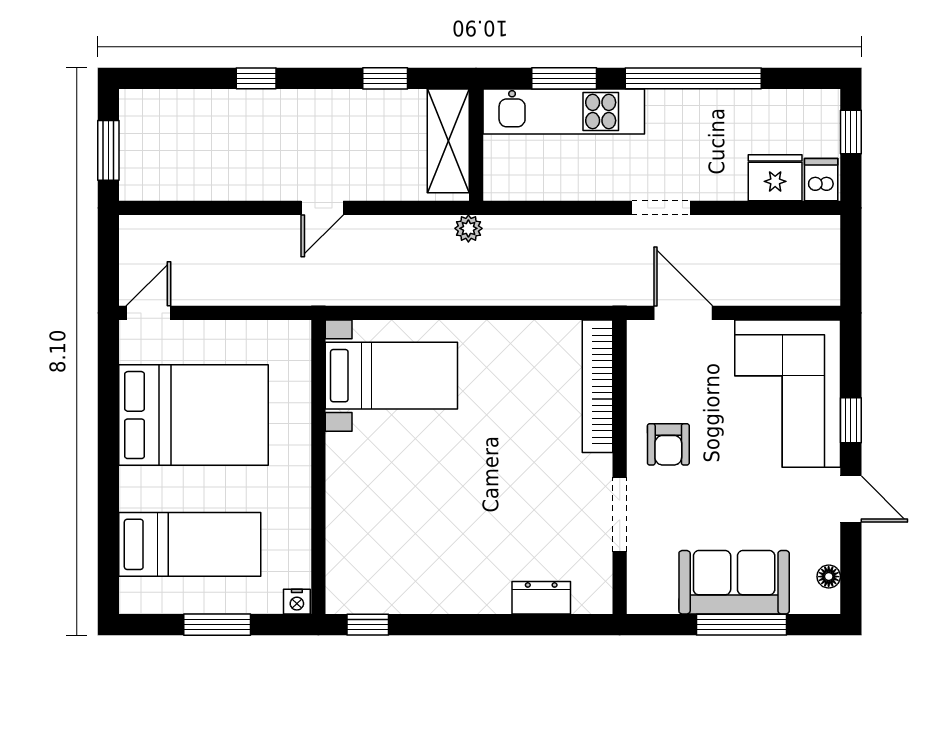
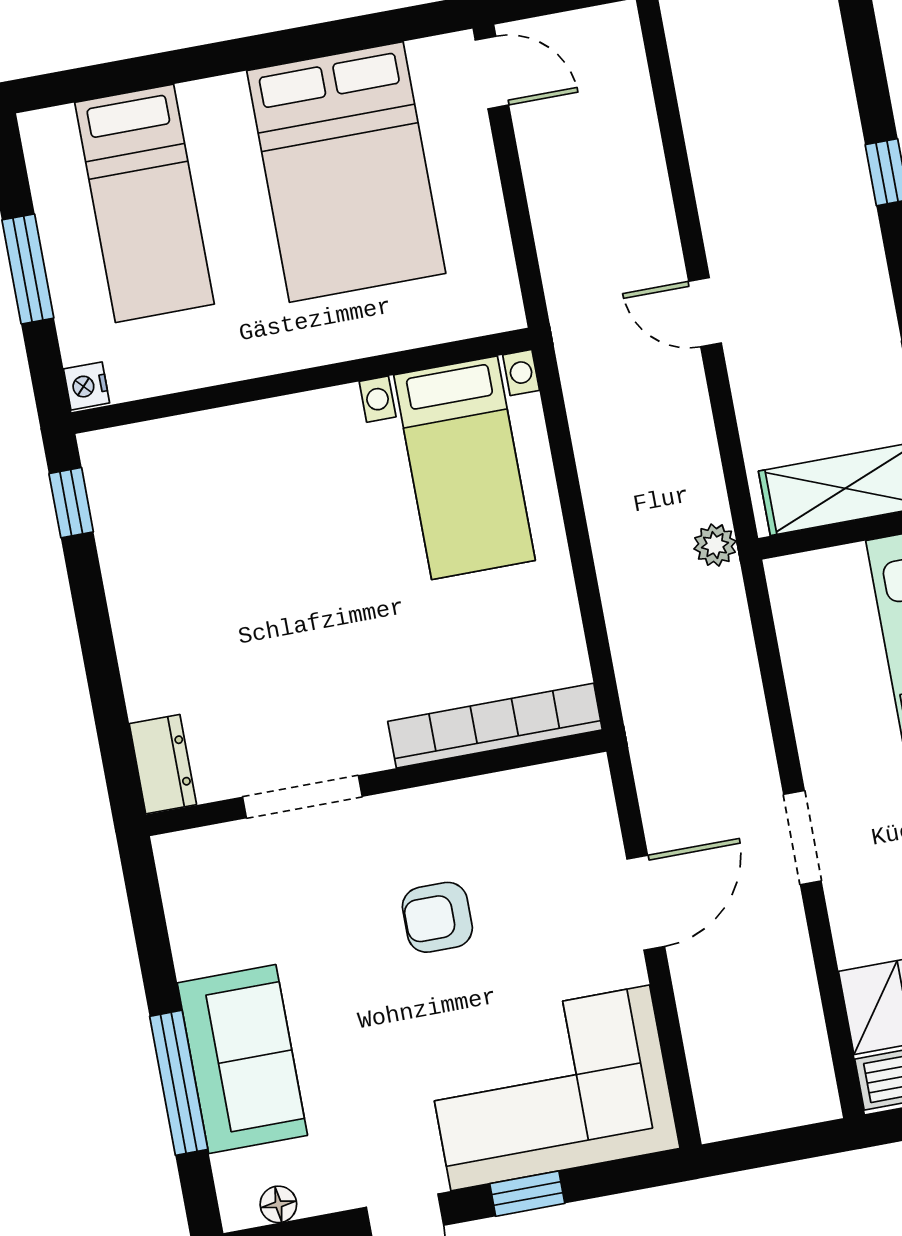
bookcase: (598, 386) -> (495, 726), moved
wall: (620, 467) -> (376, 783), moved
doorway: (620, 514) -> (302, 797), moved

